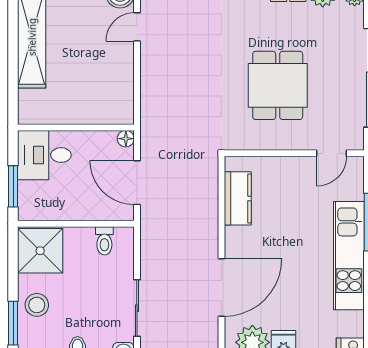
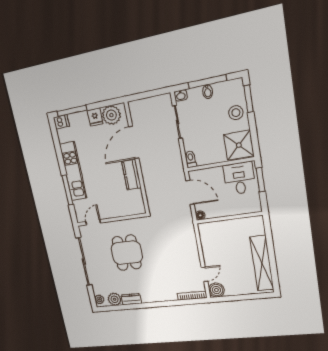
desk: (44, 155) -> (239, 178), moved, turned -90
kitchen counter: (238, 198) -> (131, 175), moved
toilet: (104, 241) -> (191, 159), moved

